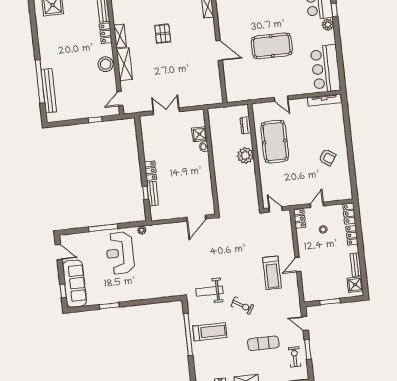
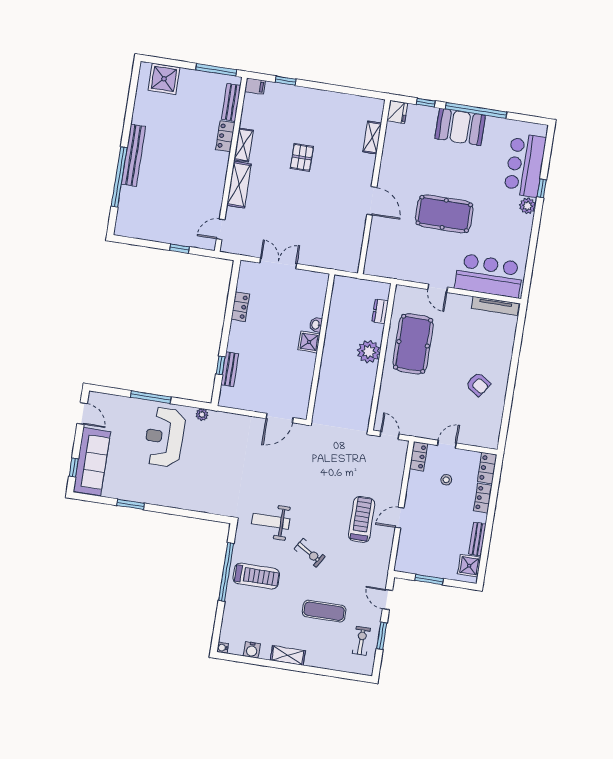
stool: (106, 64) -> (214, 178), removed
bar counter: (326, 69) -> (489, 276), moved, turned 90
bench: (49, 91) -> (133, 155), moved
shower: (199, 134) -> (309, 342), moved
locker: (150, 171) -> (240, 307), moved
treadmill: (272, 273) -> (362, 519), turned 180

